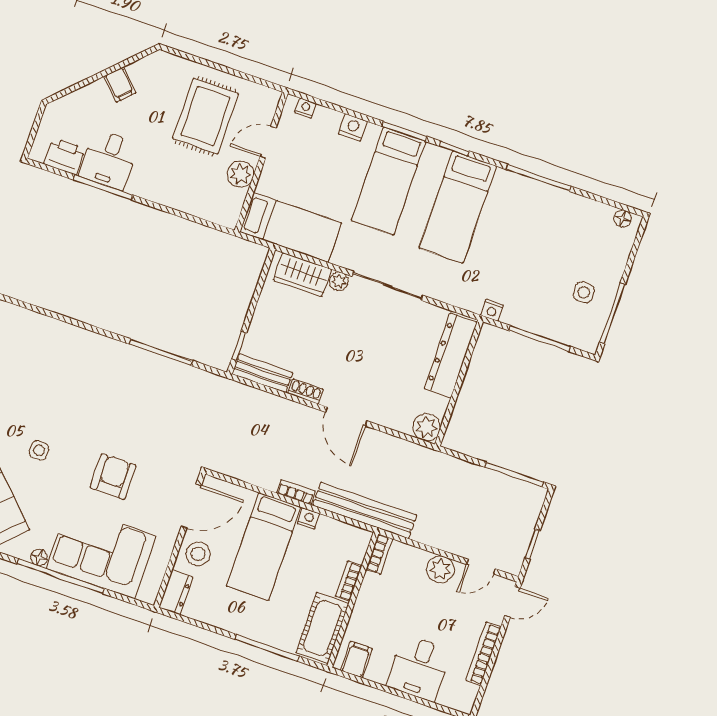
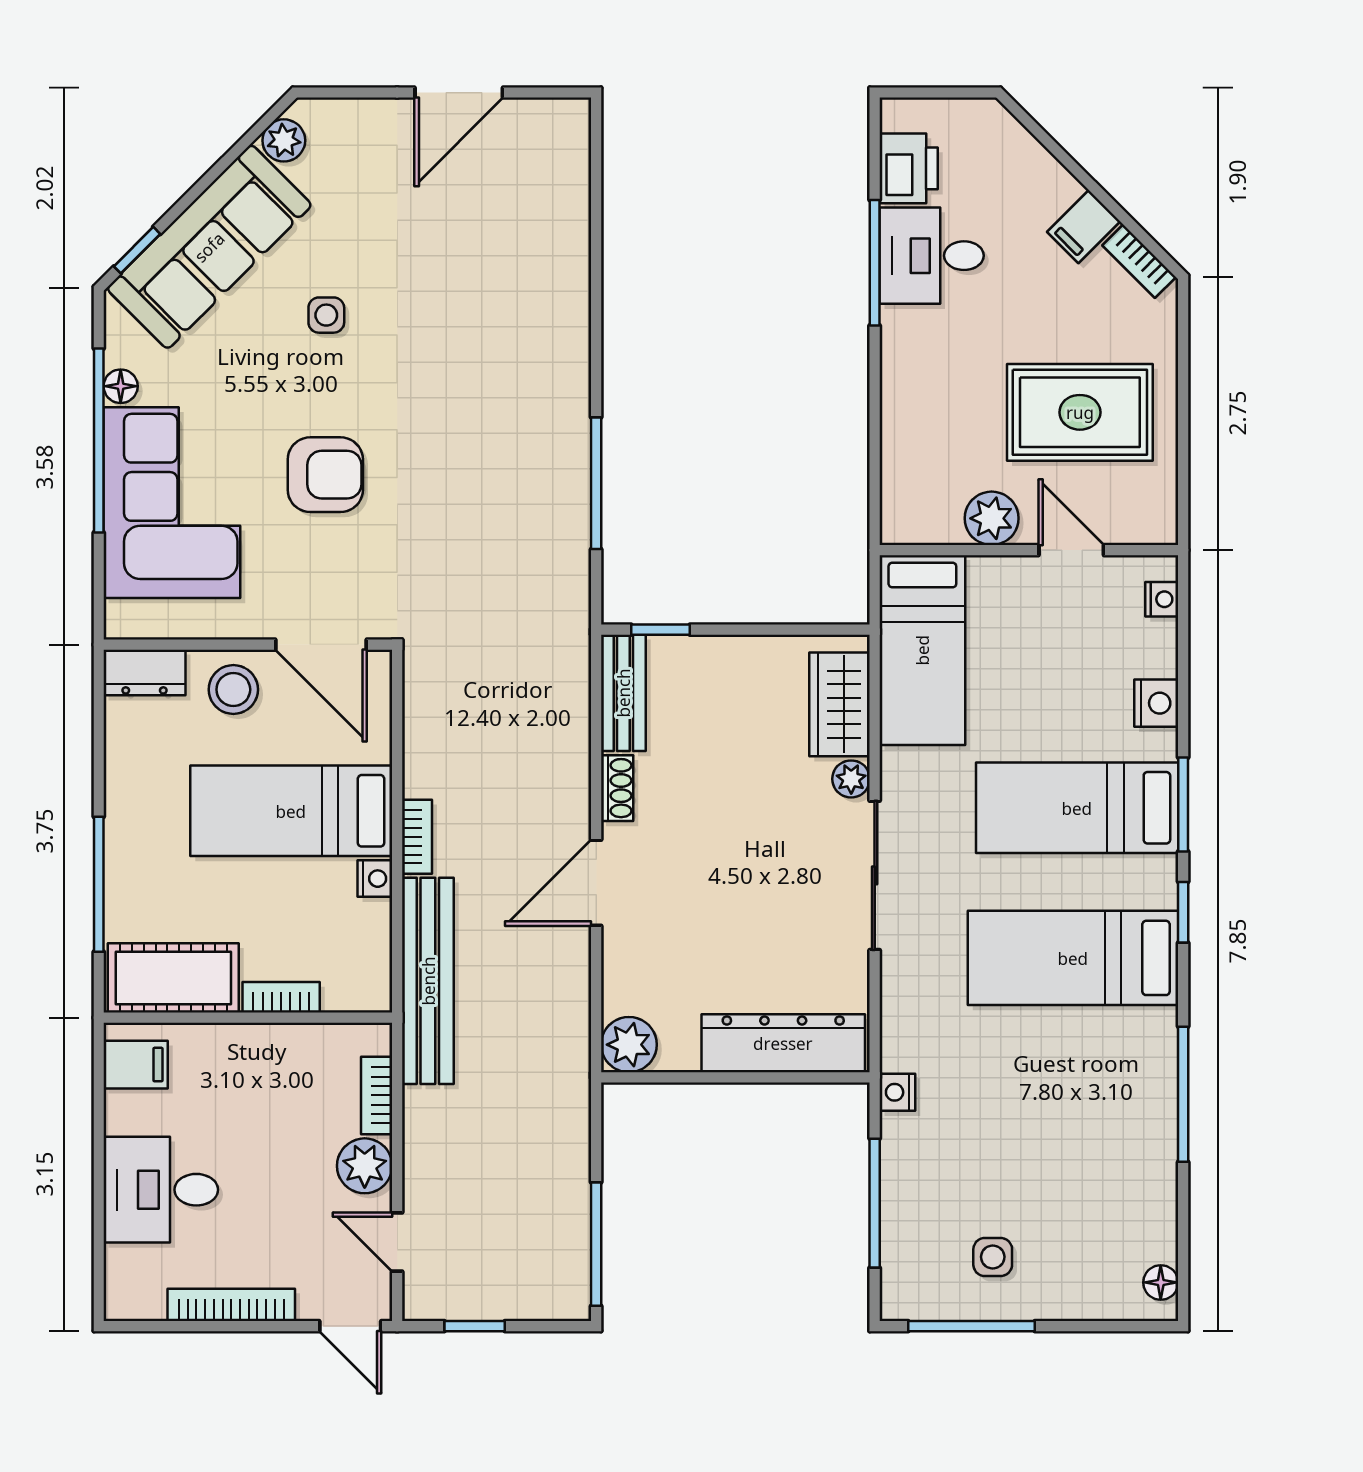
bookcase: (145, 64) -> (1139, 261), added
bookcase: (379, 554) -> (377, 1095), moved, turned 90

